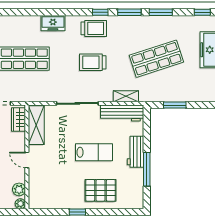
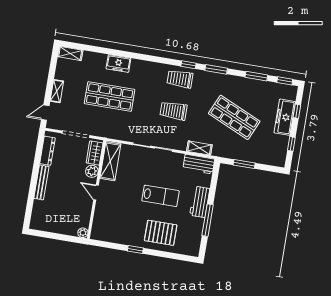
window: (161, 12) -> (256, 76), moved
freezer: (53, 23) -> (118, 64), moved
trolley: (94, 28) -> (180, 79), turned 180
shop shelf: (156, 59) -> (234, 117), turned 42
workbench: (122, 113) -> (199, 164), width x0.73
plant: (19, 189) -> (92, 171), moved

